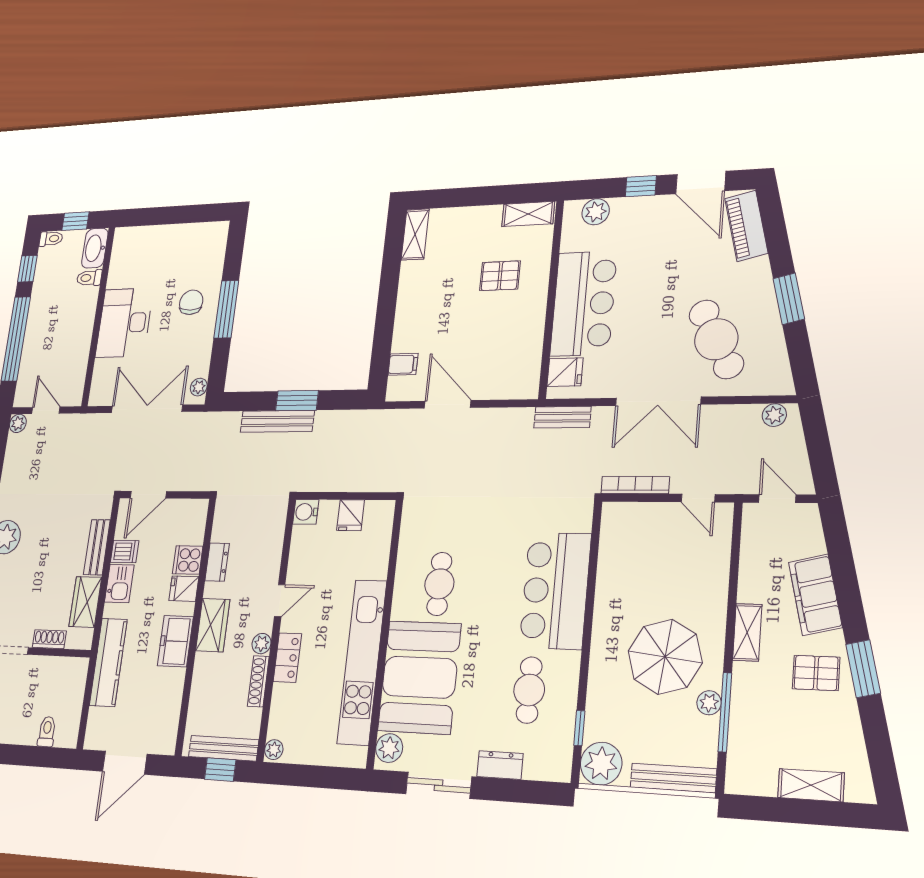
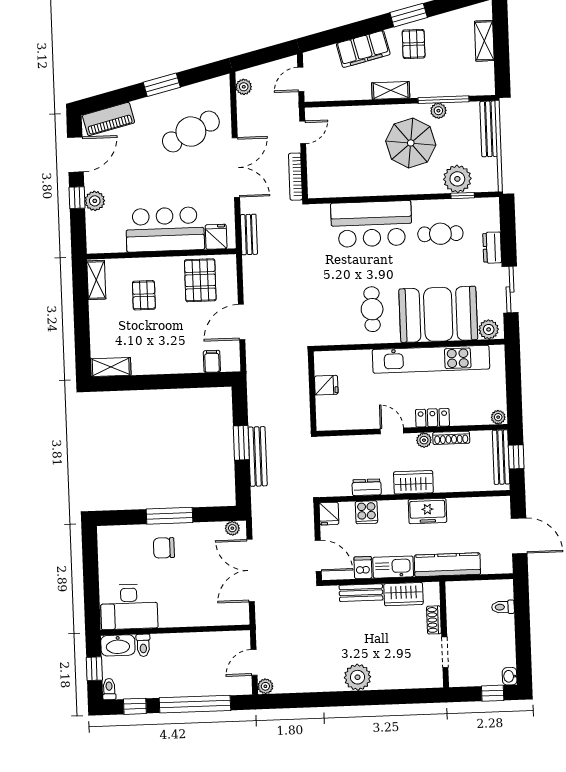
plant: (596, 212) -> (95, 201), moved
desk: (124, 323) -> (129, 607), moved
pallet: (510, 350) -> (200, 280), added
water cooler: (306, 512) -> (325, 421), removed
kitchen sink: (119, 584) -> (393, 567), width x1.38
cafe table: (439, 584) -> (372, 309), turned 90
fridge: (184, 589) -> (329, 514), moved
plant: (601, 764) -> (457, 179), moved

